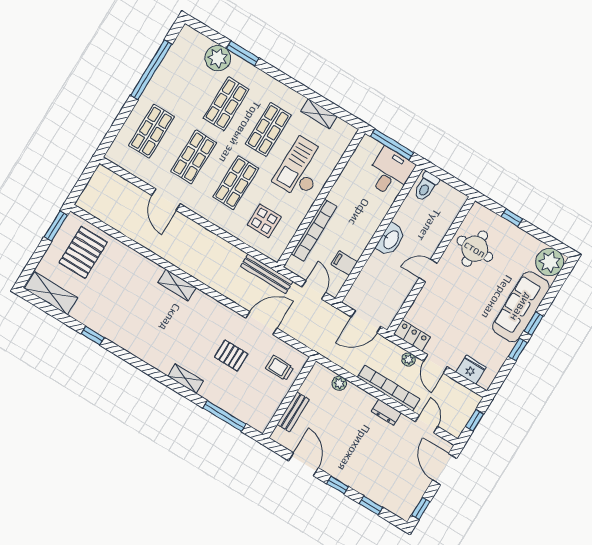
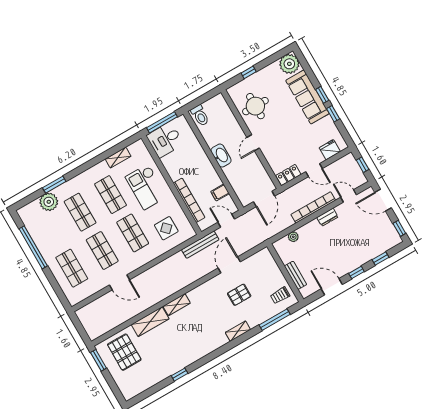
desk: (390, 172) -> (165, 140), moved, turned -90
shelving: (51, 293) -> (150, 322), moved
plant: (409, 359) -> (302, 185), removed
trolley: (280, 368) -> (280, 295), moved

